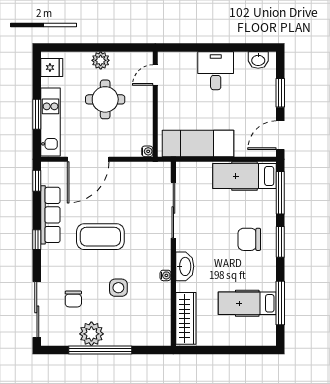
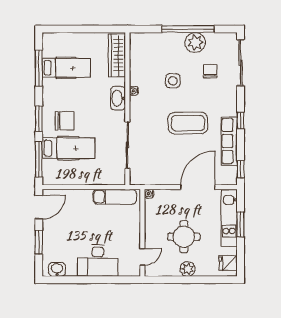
desk: (216, 71) -> (98, 260), width x1.37
exam couch: (198, 144) -> (115, 197), width x0.73, depth x0.69
hospital bed: (245, 176) -> (68, 148), moved

